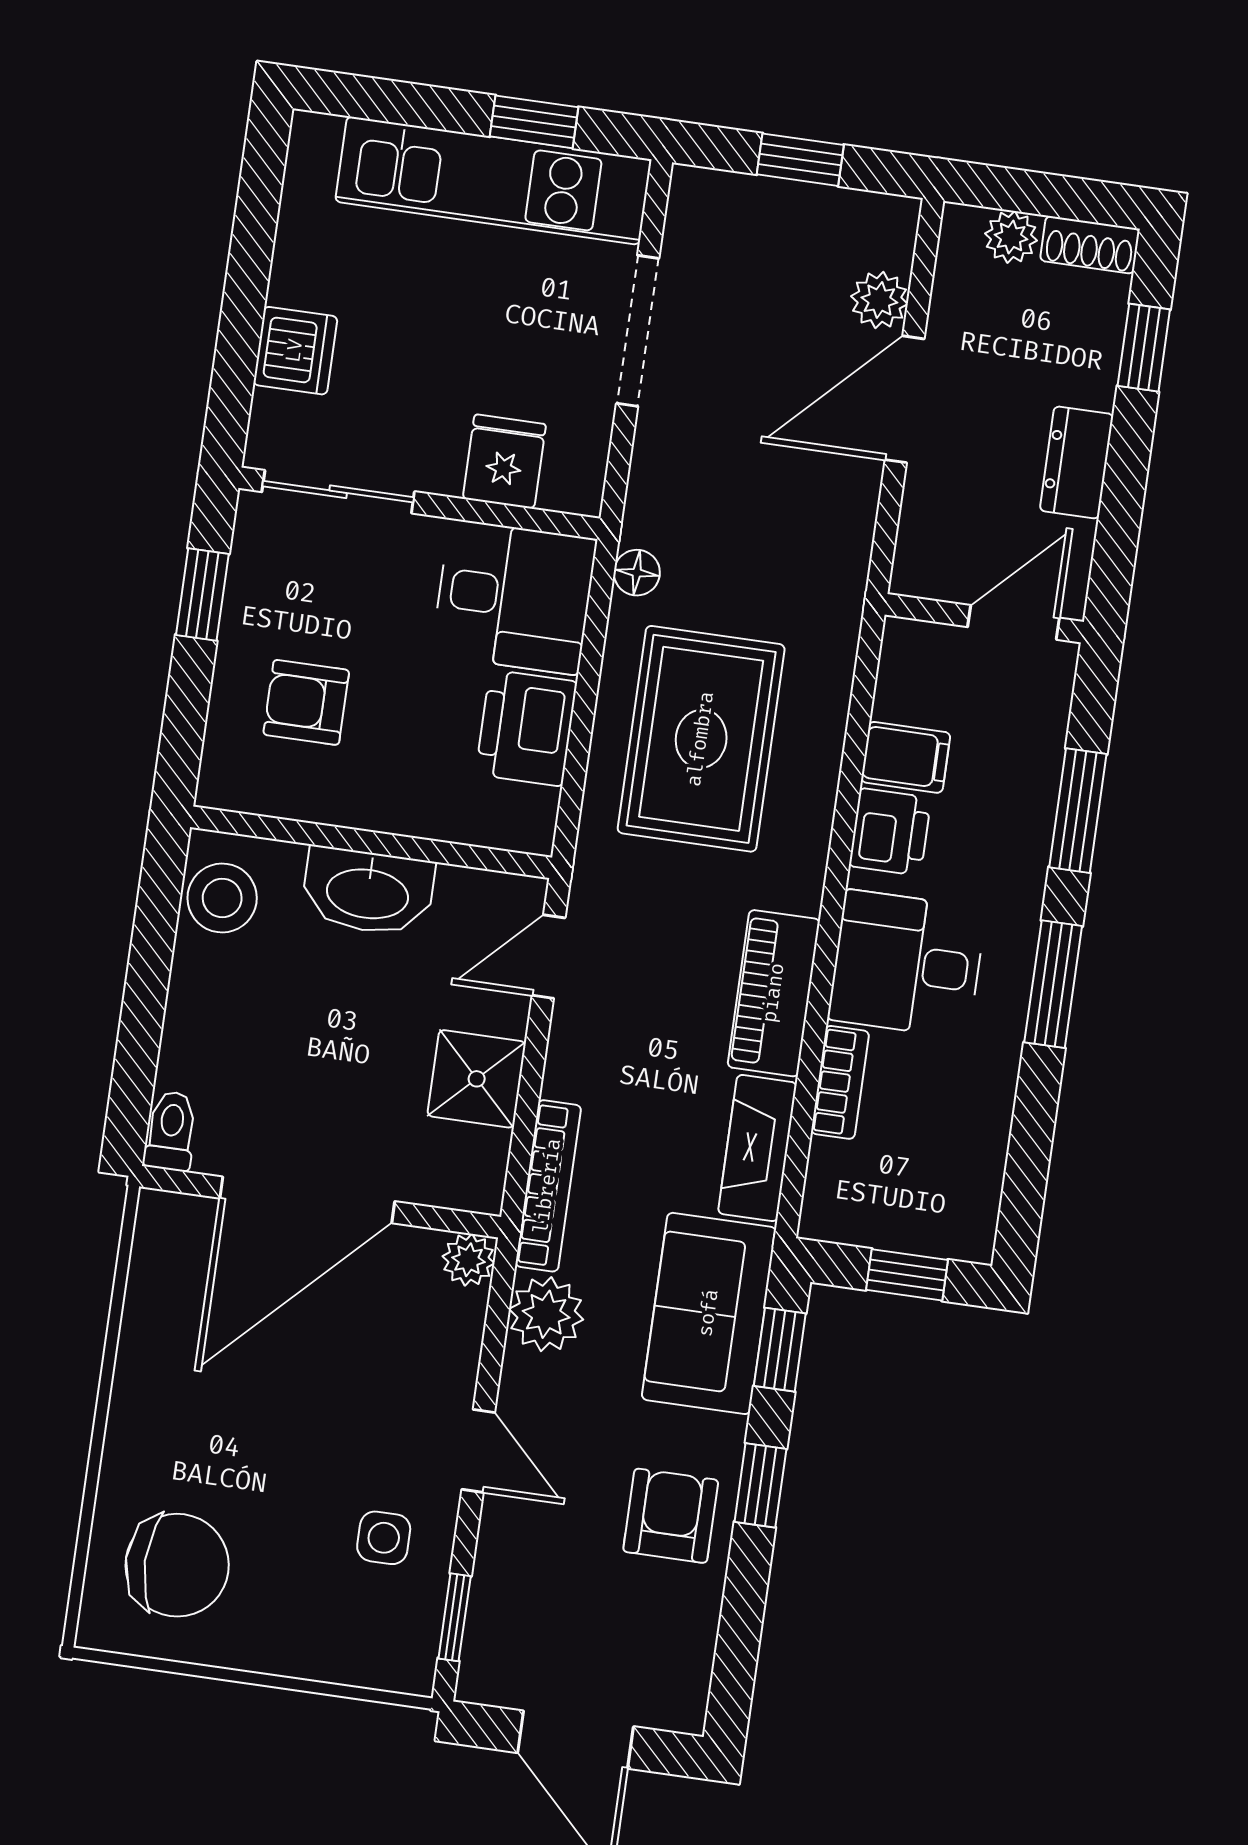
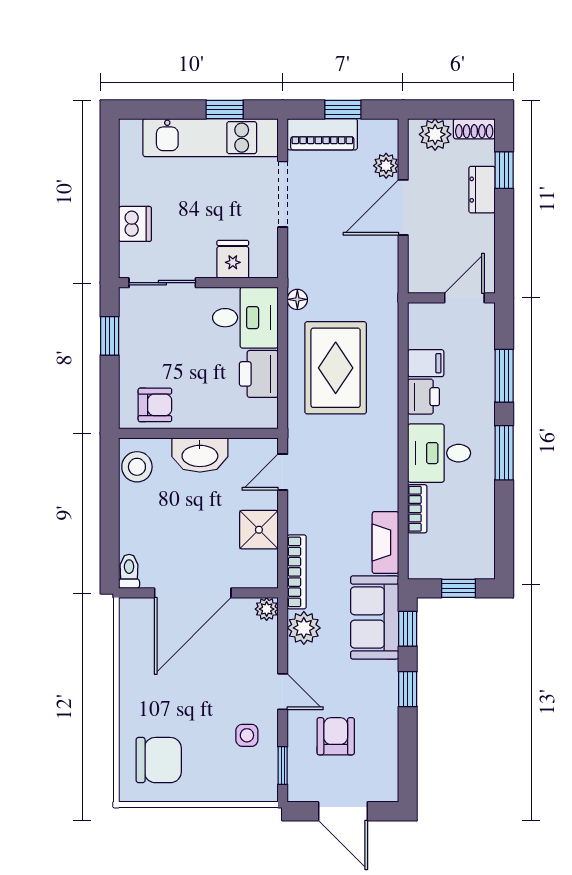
plant: (1011, 237) -> (435, 134), width x1.38, depth x1.38
dresser: (1077, 462) -> (482, 190), moved
armchair: (306, 702) -> (155, 405), moved, turned 180
piano: (774, 993) -> (322, 134), moved, turned -90
armchair: (671, 1516) -> (336, 736), moved

